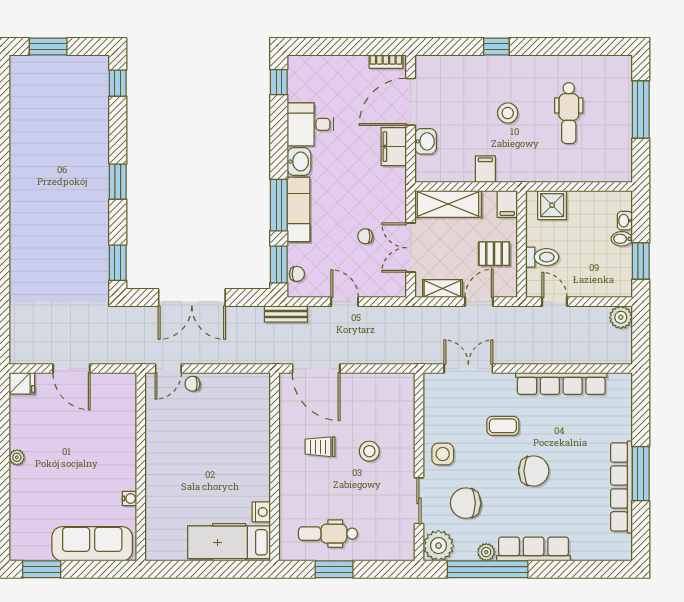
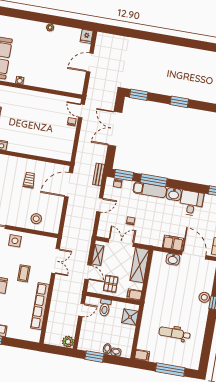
stool: (508, 113) -> (204, 297), moved
filing cabinet: (485, 169) -> (142, 355), moved
stool: (369, 451) -> (36, 219), moved

